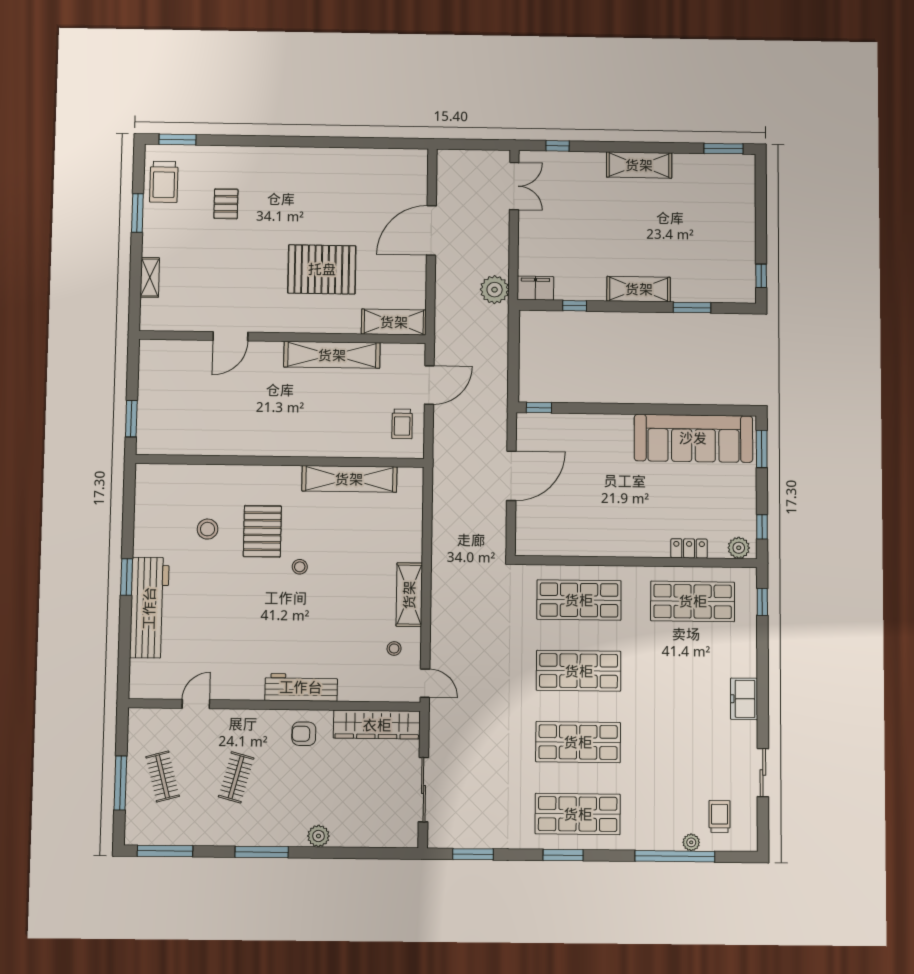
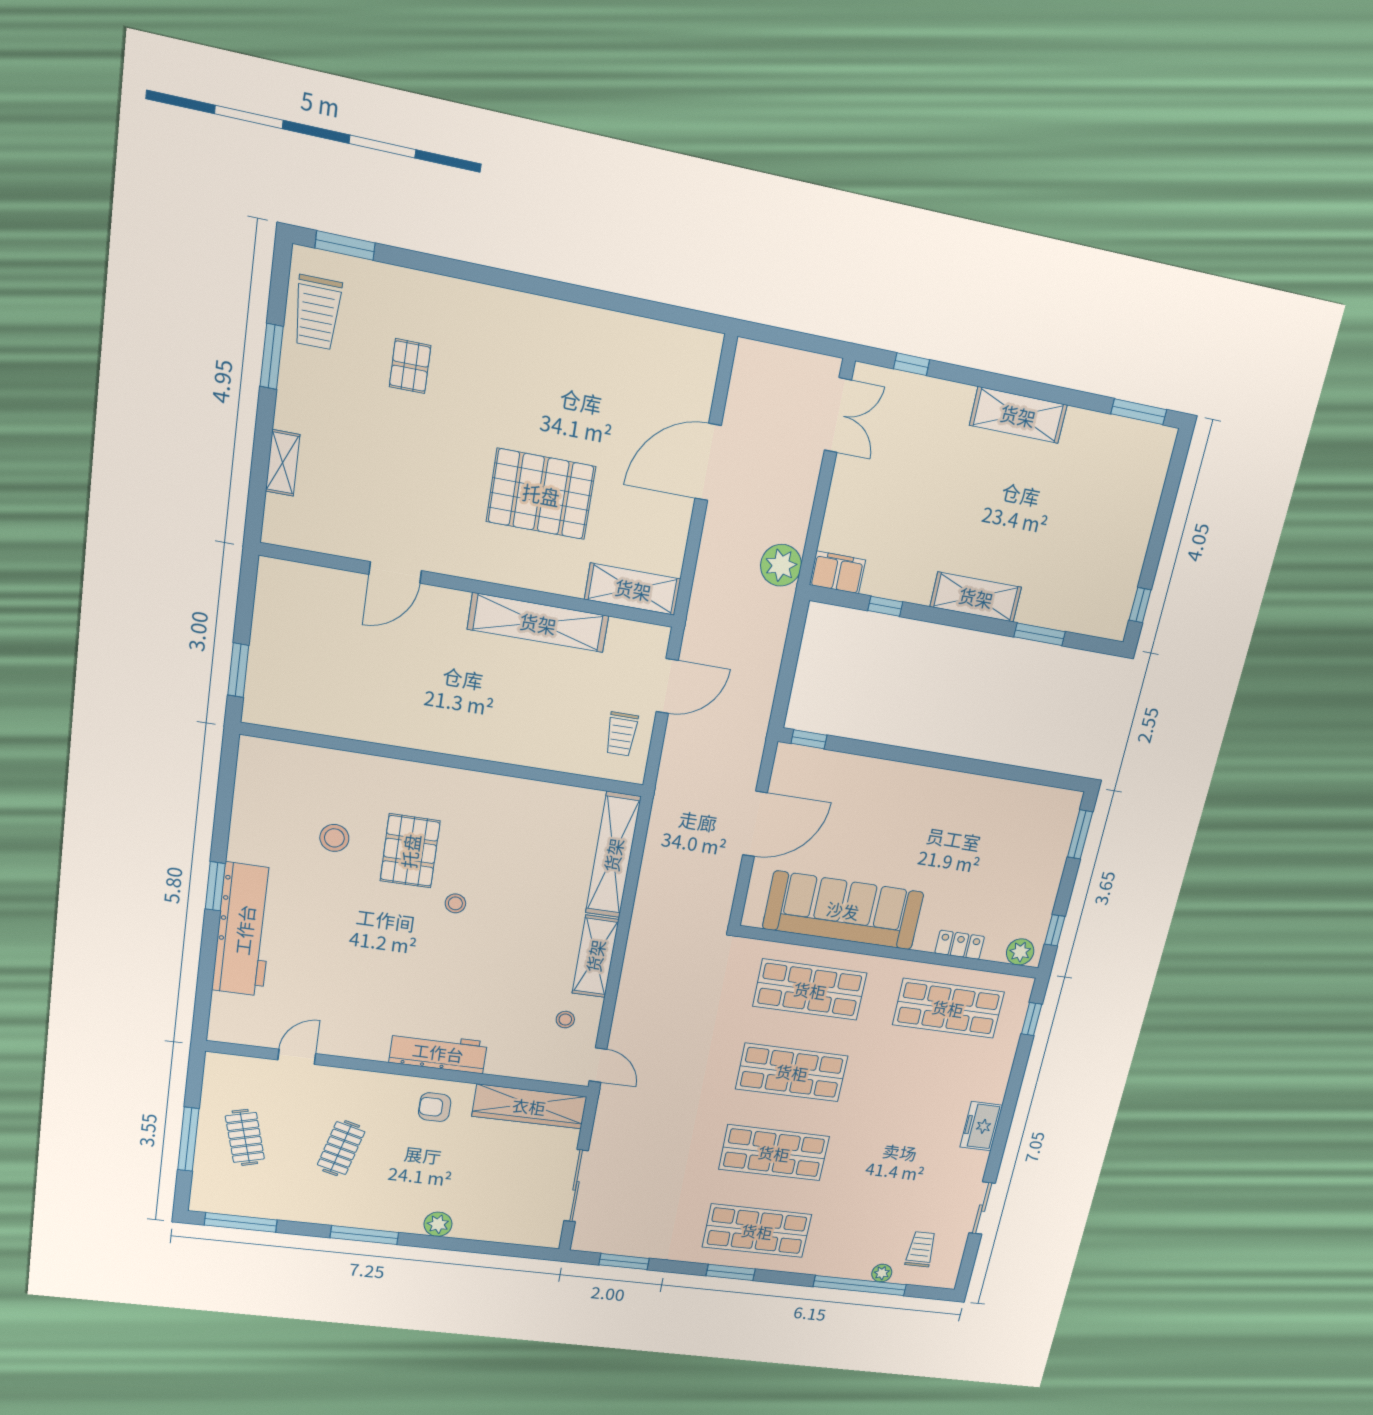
sofa: (693, 438) -> (843, 910), moved, turned 180
shelving: (349, 479) -> (613, 855), moved, turned 90

